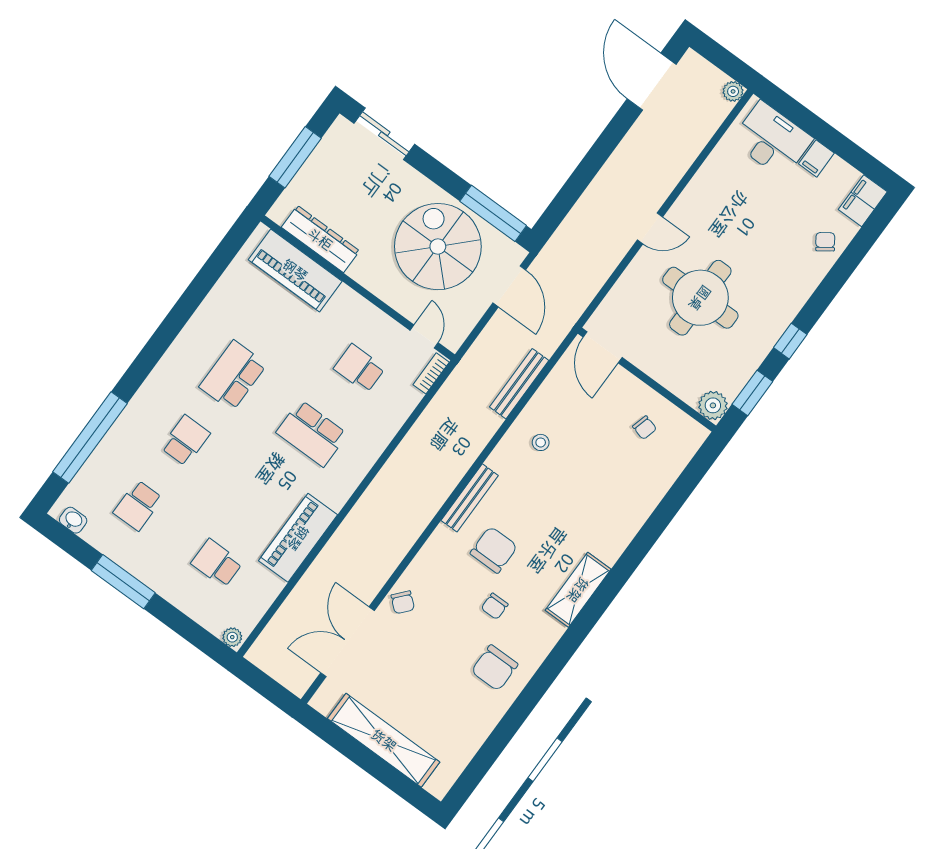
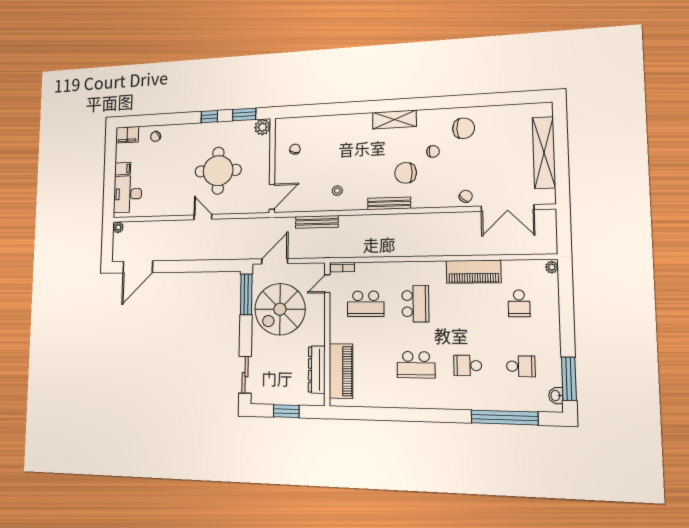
window: (295, 157) -> (286, 411), width x0.69
school desk: (359, 368) -> (366, 304), width x1.85
window: (123, 582) -> (569, 379), moved

